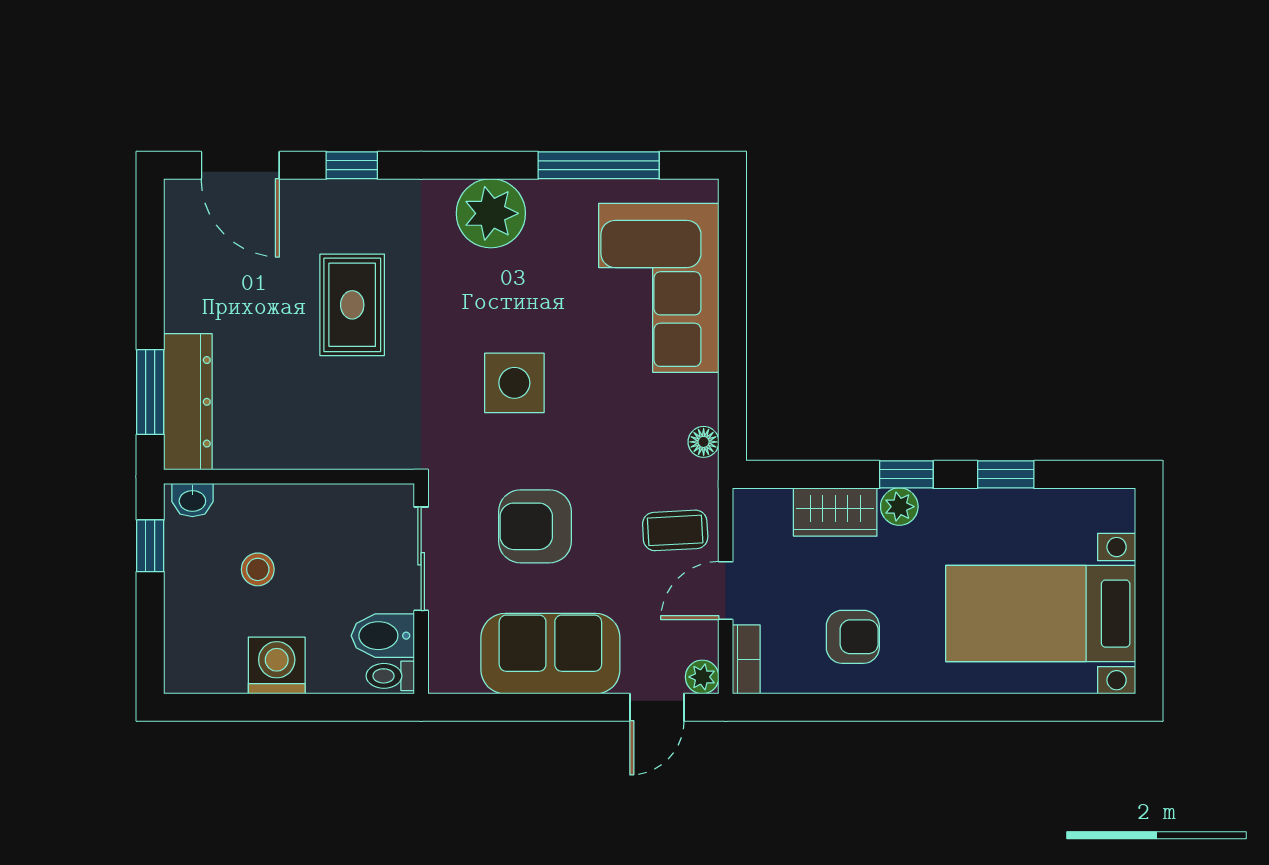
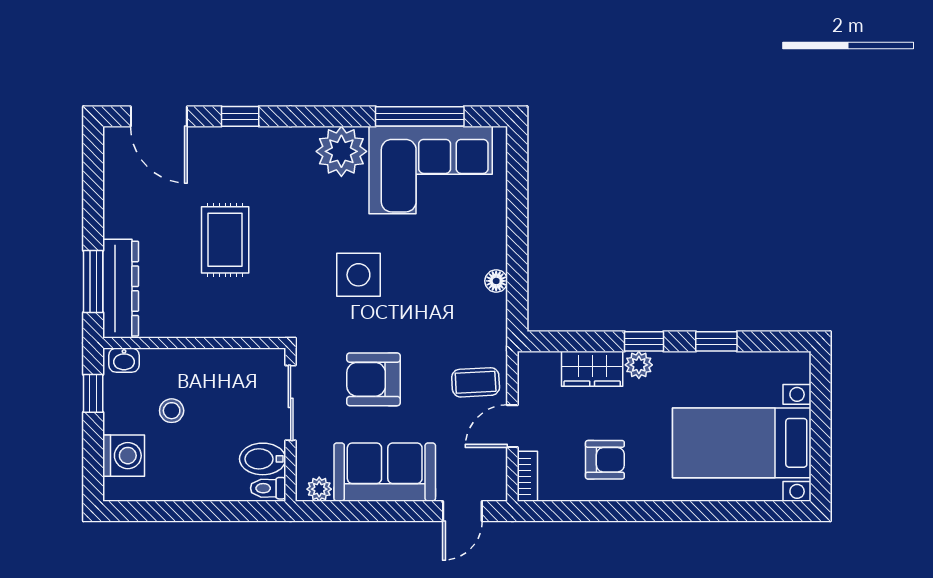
corner sofa: (659, 288) -> (431, 170), moved, turned -90
rug: (352, 305) -> (225, 240), moved
floor lamp: (704, 442) -> (496, 281), moved
washing machine: (277, 665) -> (124, 456), moved, turned 90
plant: (702, 677) -> (319, 489), moved

